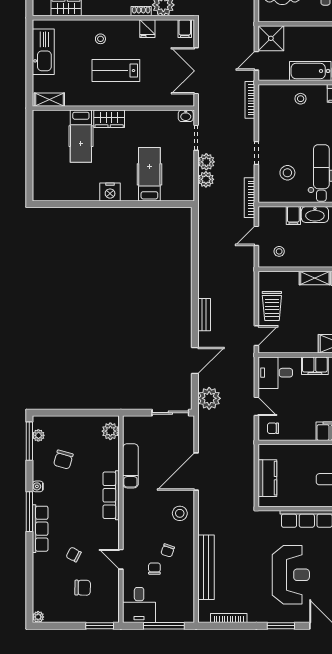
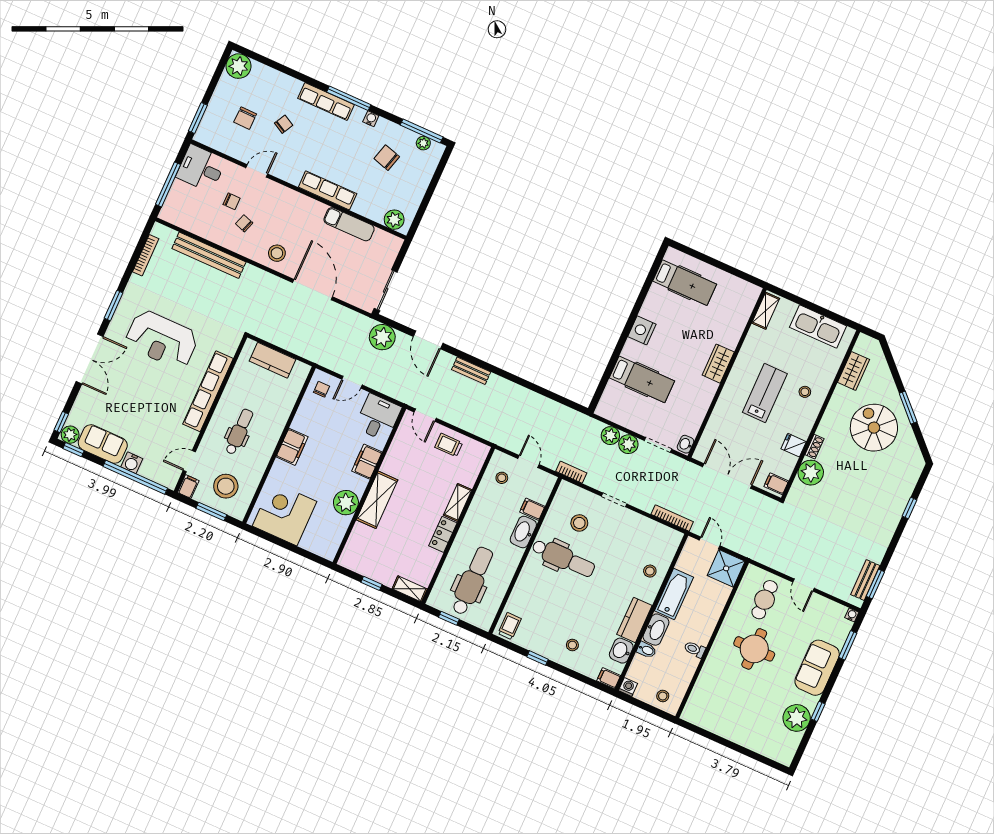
hospital bed: (81, 136) -> (685, 283), moved, turned 180
bookcase: (249, 198) -> (571, 472), width x0.64
trolley: (272, 306) -> (449, 445), width x0.73, depth x0.72
plant: (38, 617) -> (238, 66), width x1.88, depth x1.88

